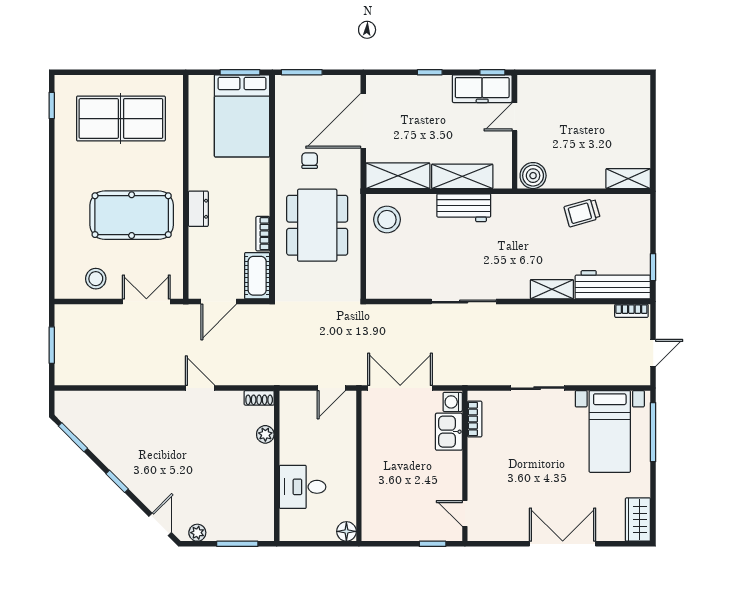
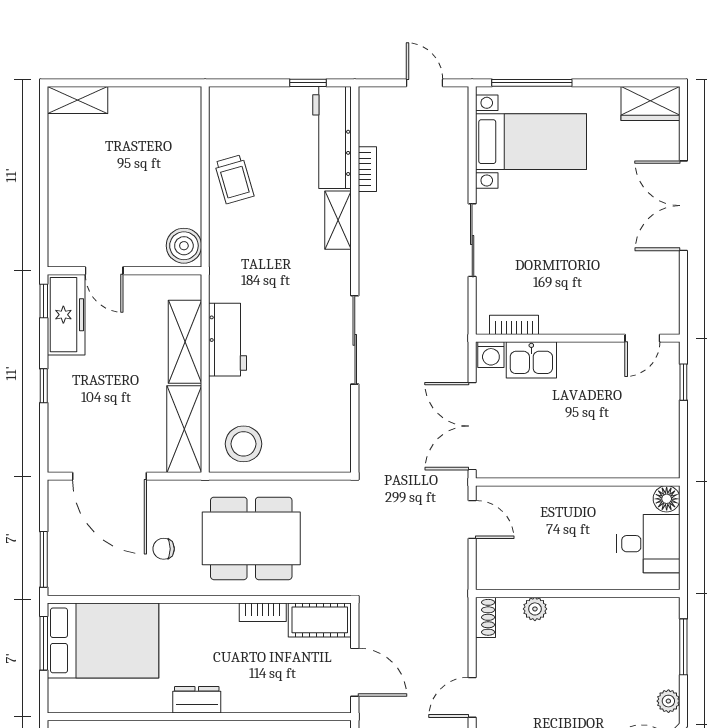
shelving: (628, 179) -> (77, 100), moved, turned 90
dresser: (198, 209) -> (197, 700), moved
bookcase: (631, 311) -> (367, 169), moved
desk: (303, 487) -> (648, 544), moved, turned -90

